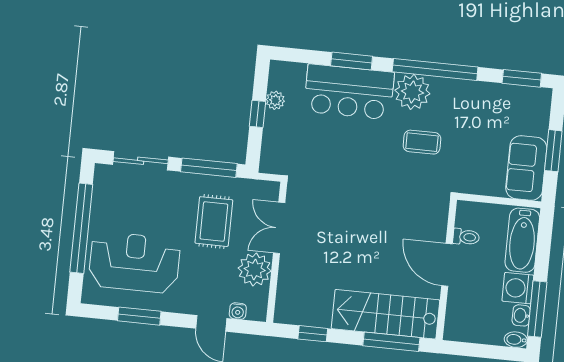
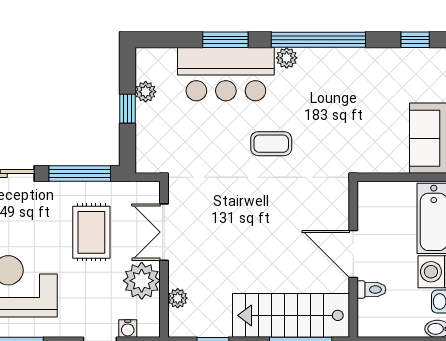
window: (522, 78) -> (415, 40), width x0.67
plant: (412, 92) -> (287, 58), width x0.53, depth x0.53
coffee table: (422, 142) -> (271, 144), moved
toilet: (466, 237) -> (371, 290), moved
plant: (285, 289) -> (178, 298), added

